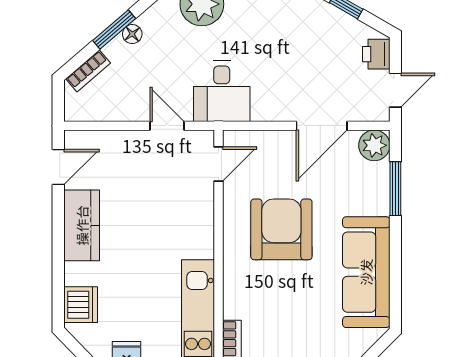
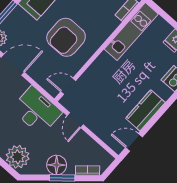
floor lamp: (132, 34) -> (57, 165), width x1.89, depth x1.89
desk: (222, 91) -> (37, 111), width x1.37

